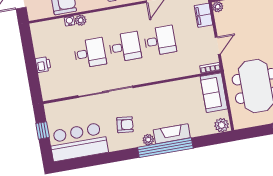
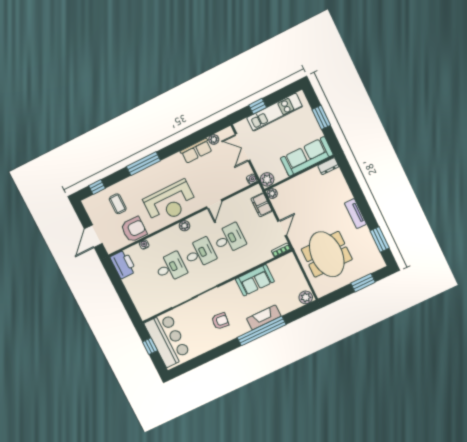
plant: (81, 20) -> (184, 226), moved
printer: (43, 65) -> (123, 264), moved, width x1.87, depth x1.48
sofa: (214, 93) -> (255, 280), moved, turned -90
plant: (148, 140) -> (244, 328), removed
bar counter: (78, 142) -> (168, 340), moved, turned 90

